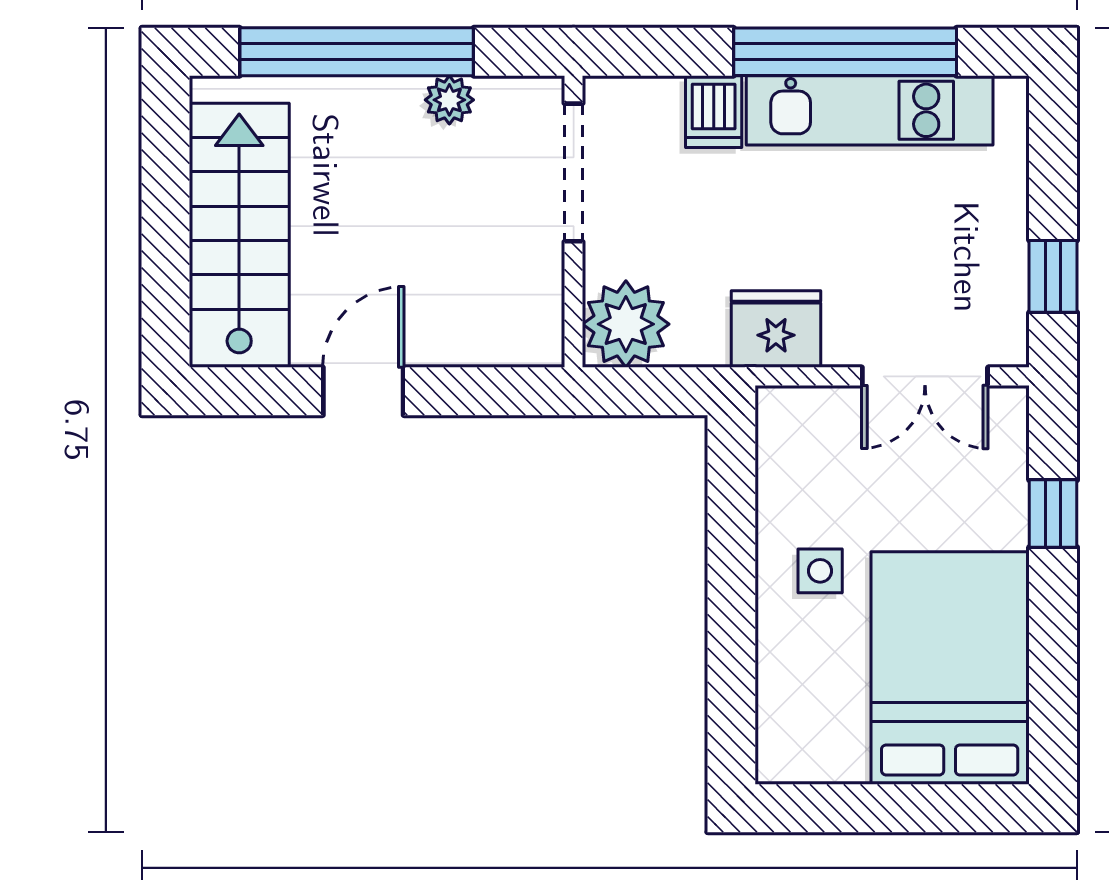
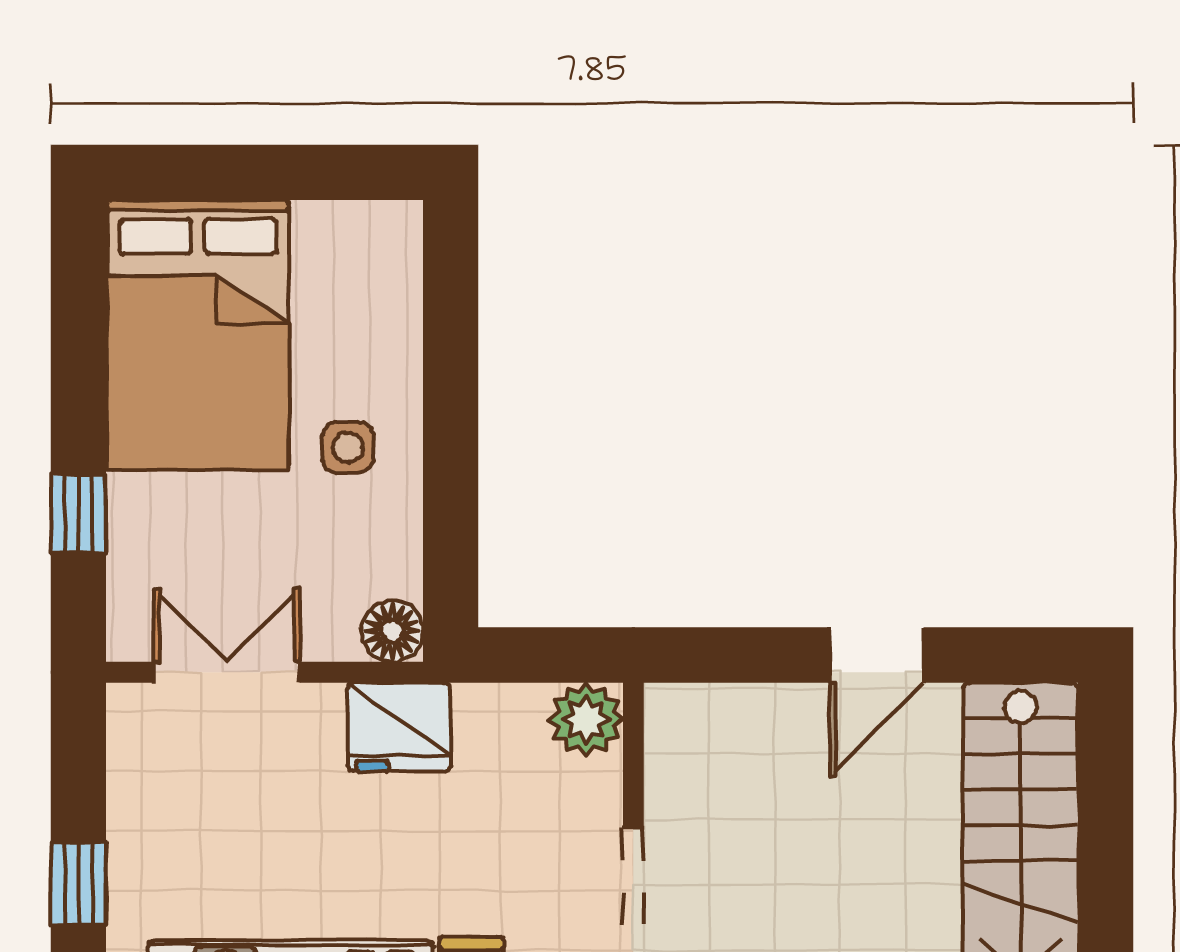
window: (1053, 276) -> (78, 884), moved
plant: (626, 324) -> (586, 719), width x0.73, depth x0.73
floor lamp: (782, 412) -> (392, 631), added

